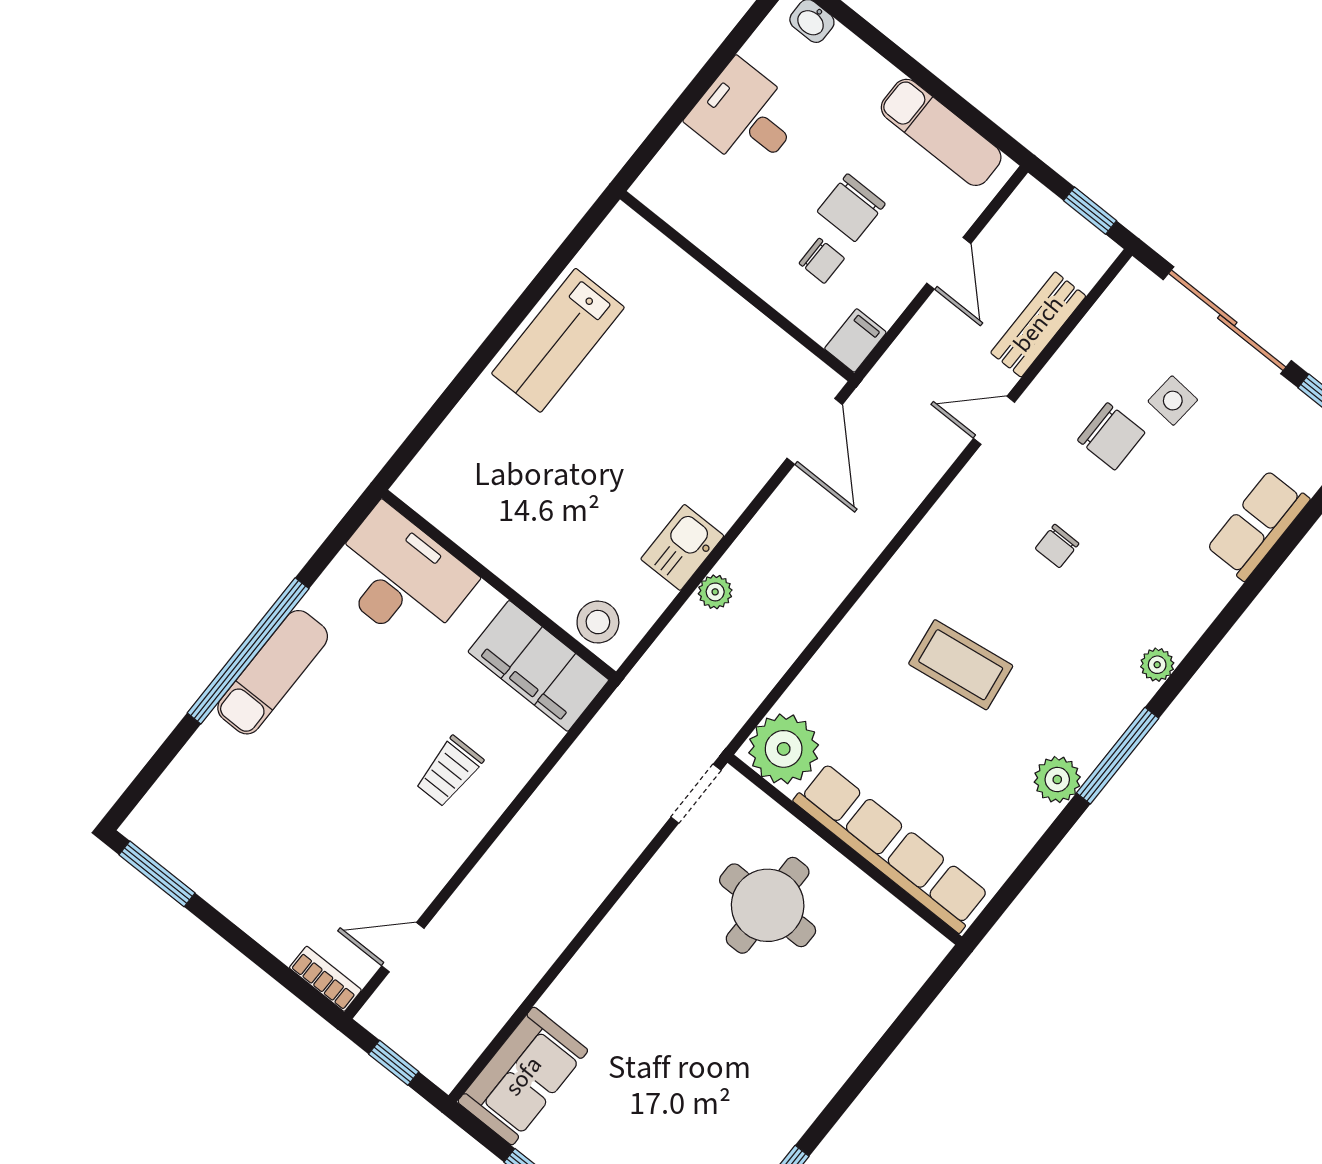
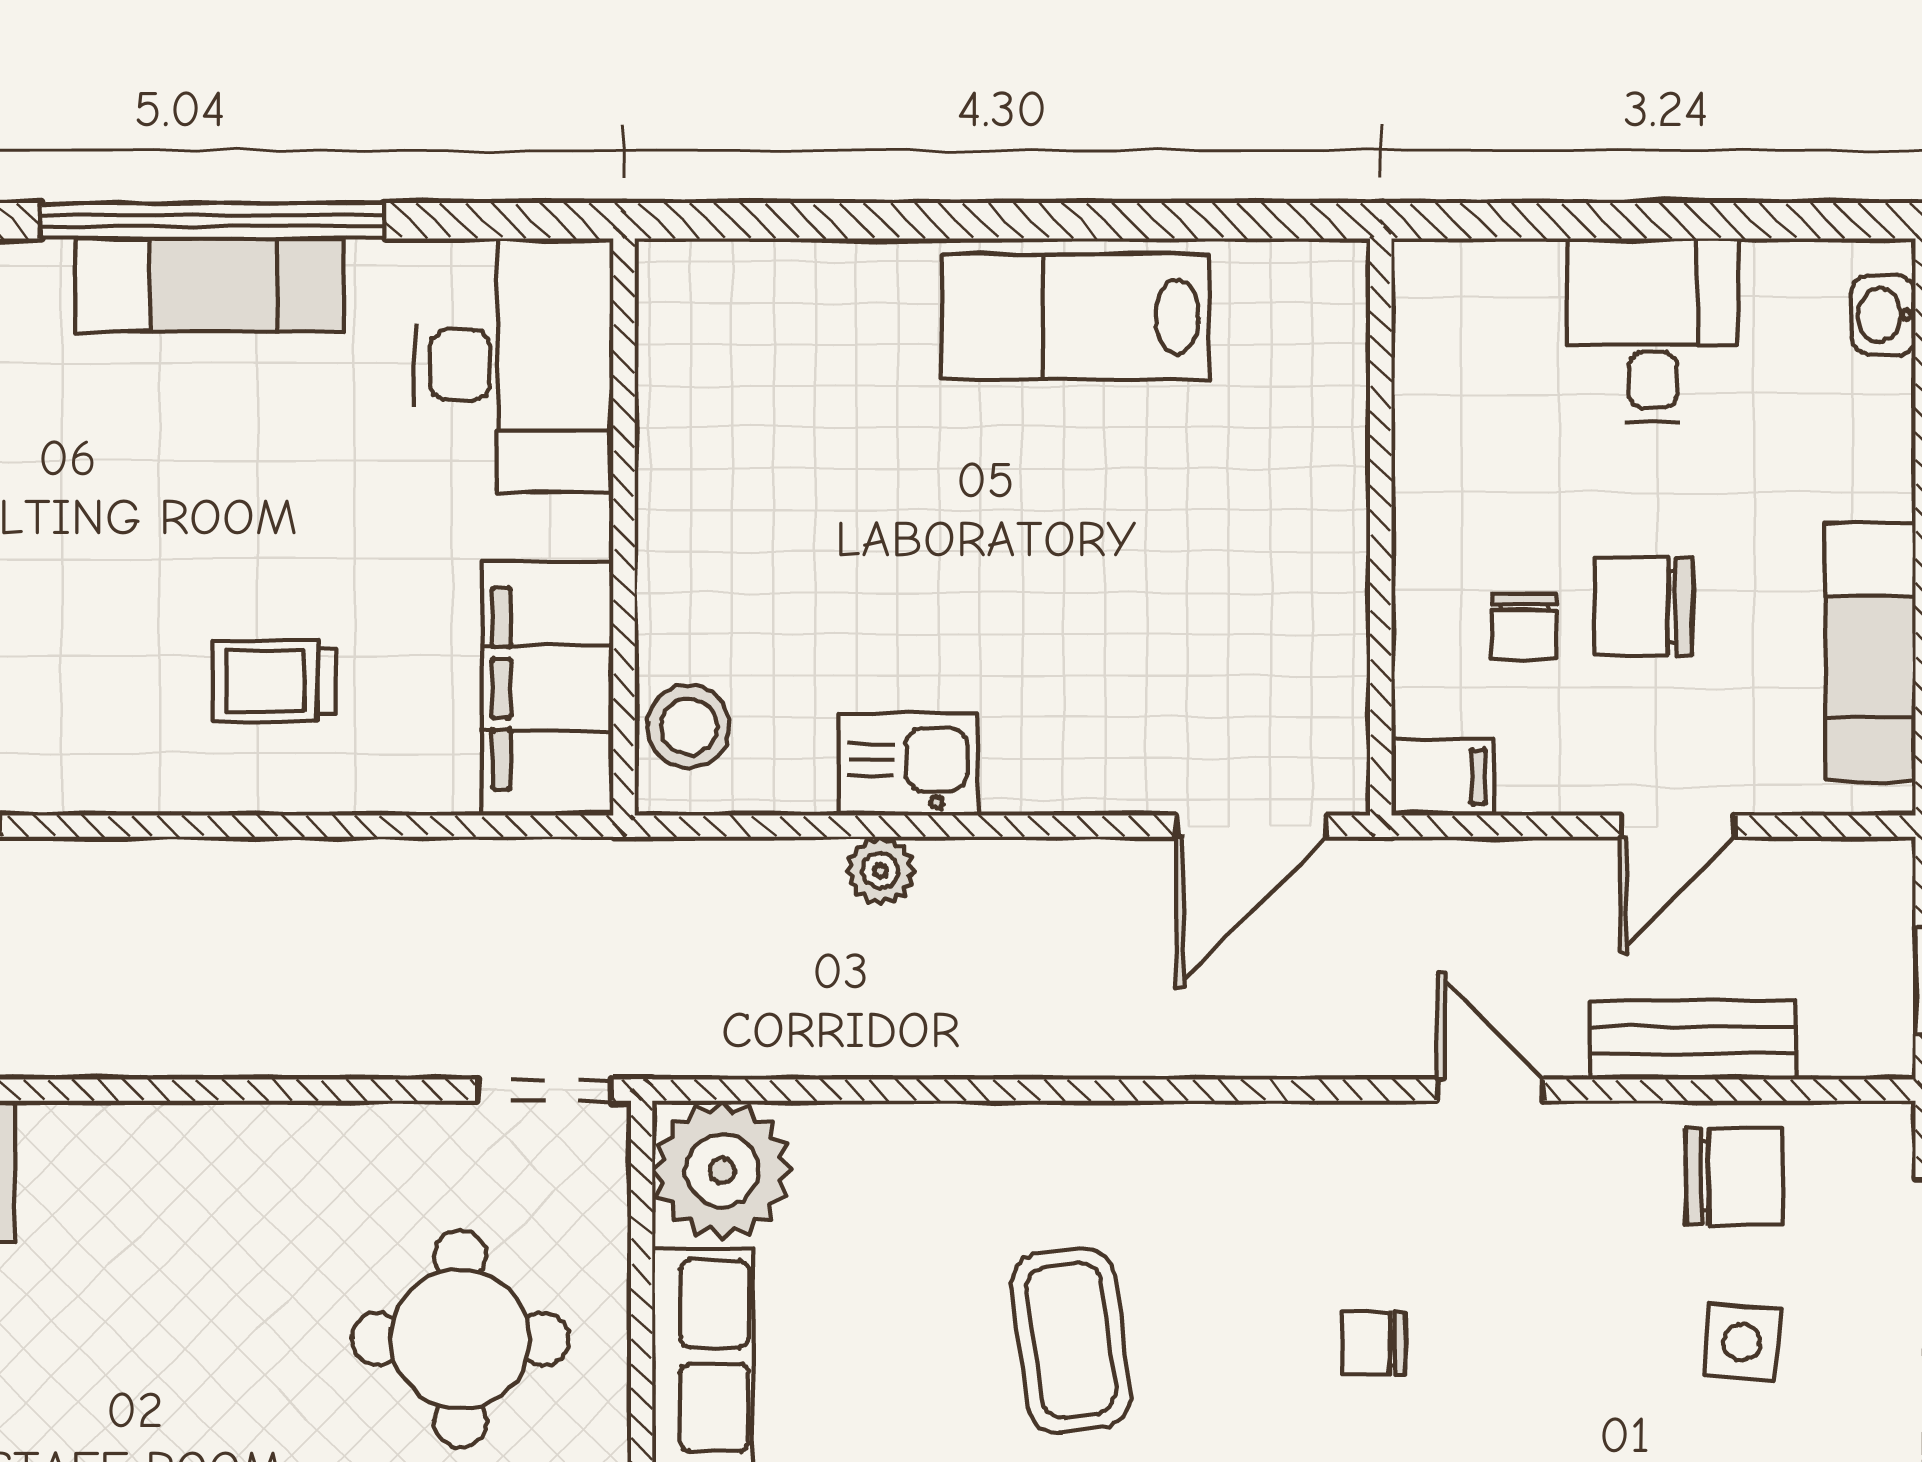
chair: (1111, 436) -> (1734, 1176), moved, turned -90

